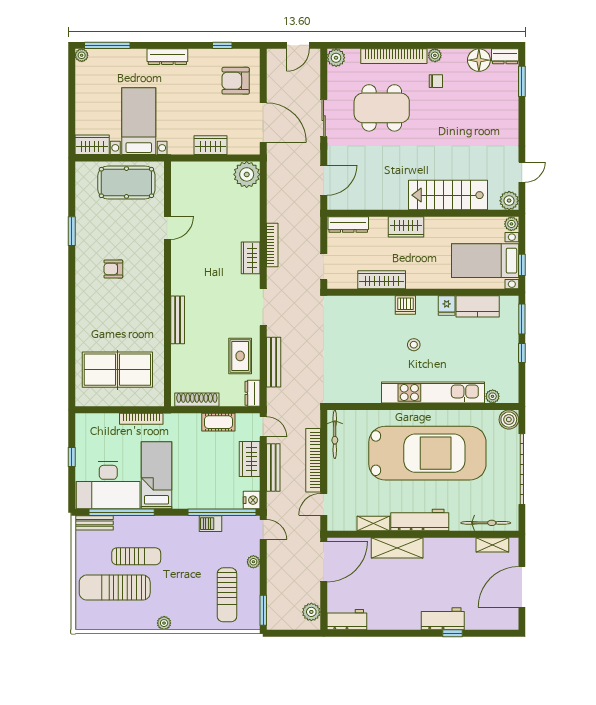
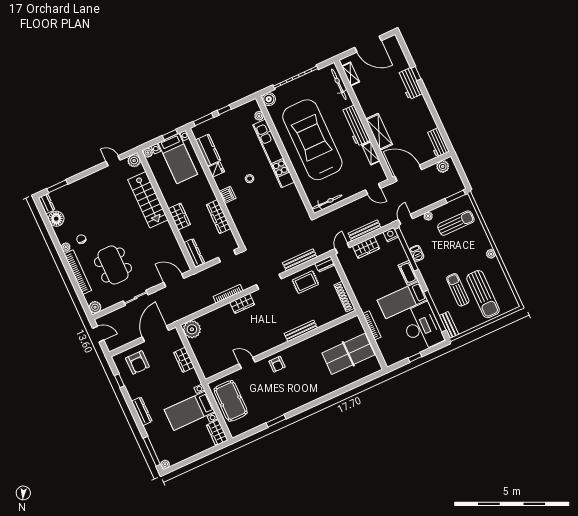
armchair: (113, 269) -> (277, 364), moved
table tennis table: (117, 370) -> (348, 354), turned 90
cot: (218, 422) -> (408, 273), moved
bookcase: (313, 460) -> (349, 208), removed

